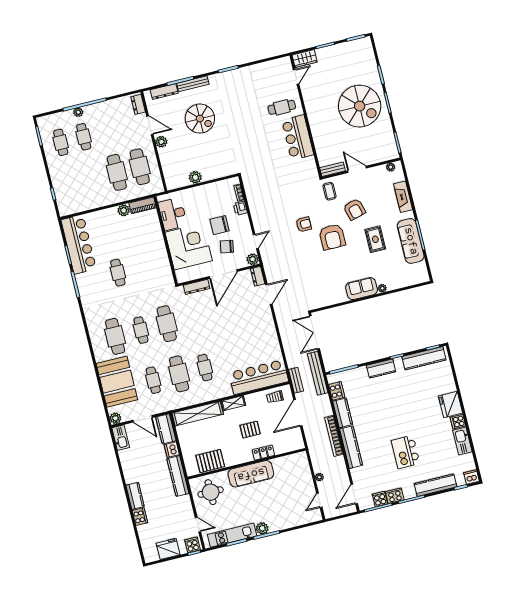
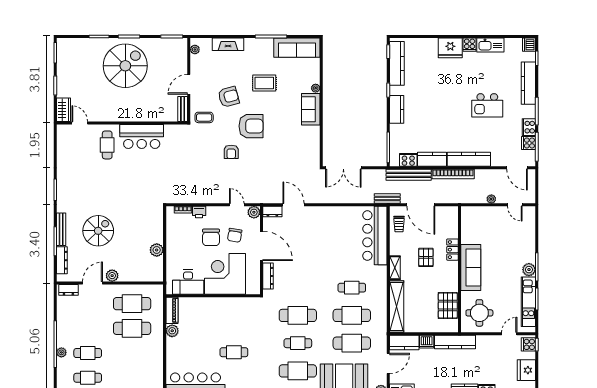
armchair: (304, 224) -> (231, 152), turned 180
sofa: (411, 241) -> (297, 48), moved
bench: (318, 373) -> (409, 175), moved
cafe table: (153, 380) -> (352, 343), width x1.37, depth x1.35

